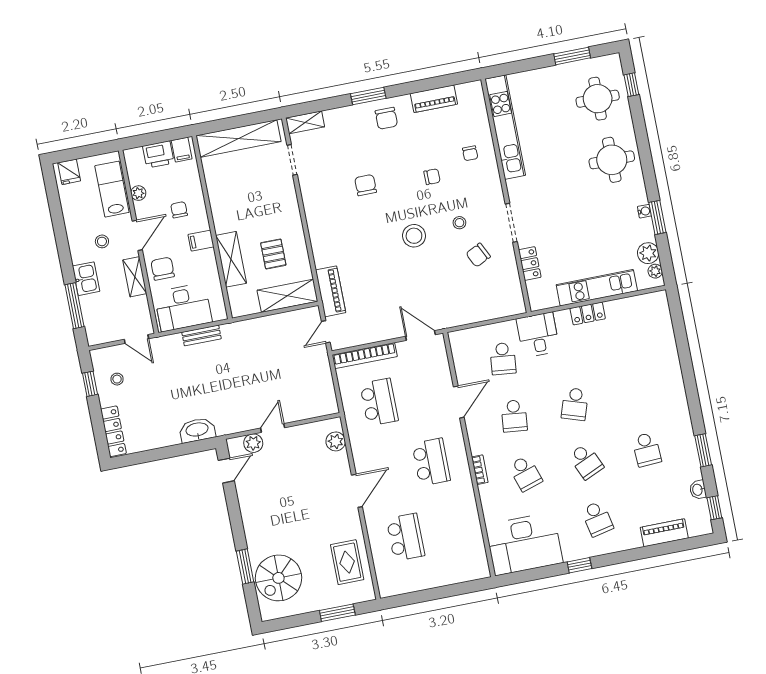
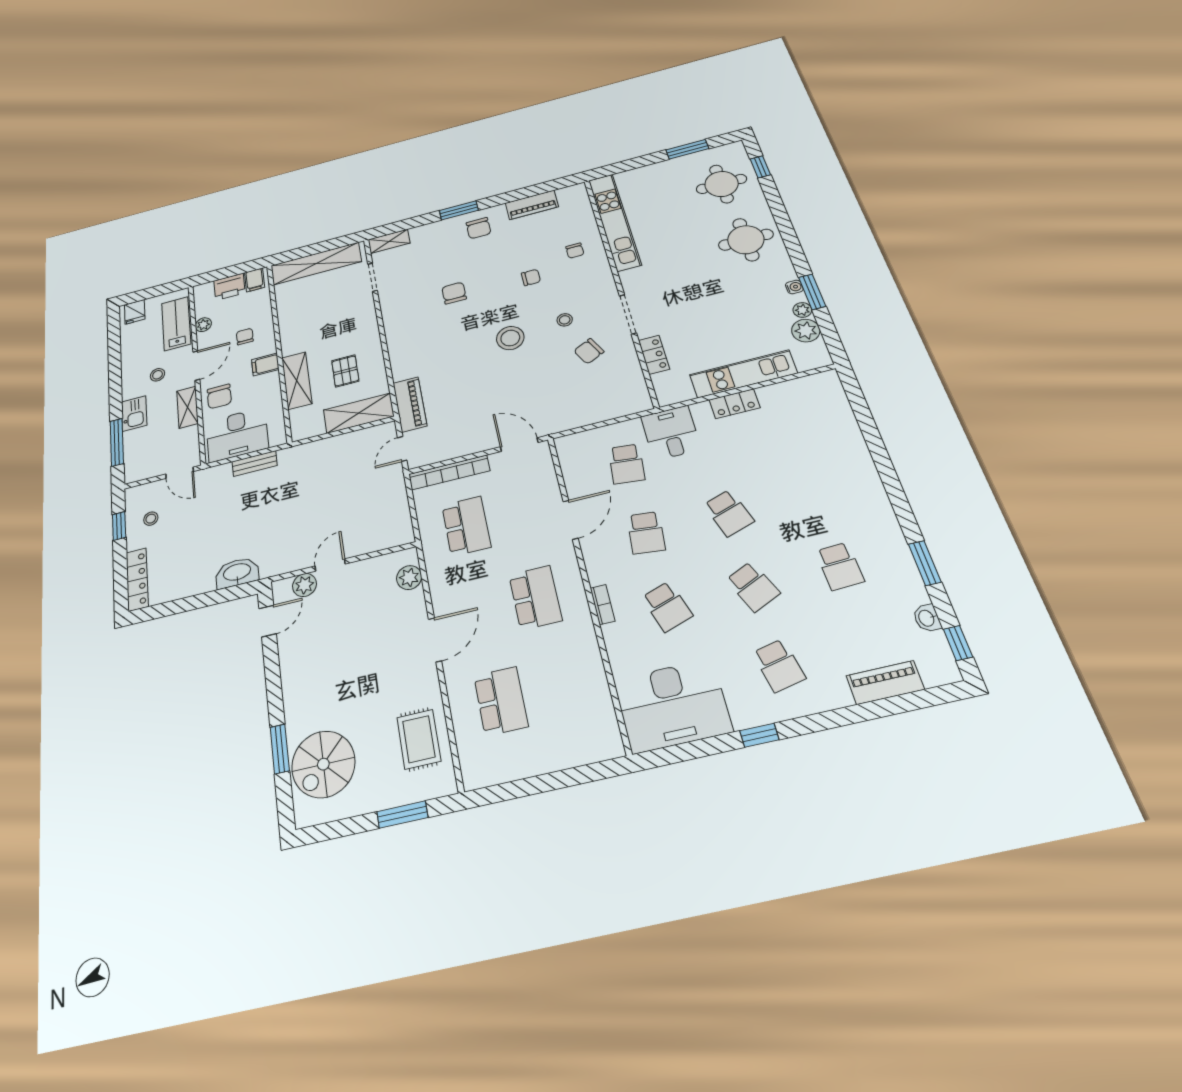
chair: (163, 269) -> (219, 396), turned 180
plant: (655, 271) -> (802, 310), moved
school desk: (575, 404) -> (729, 513), turned -36

